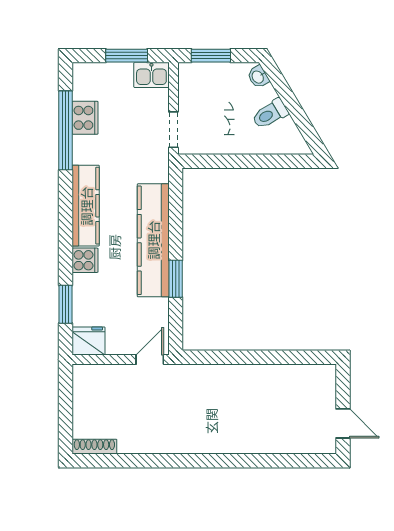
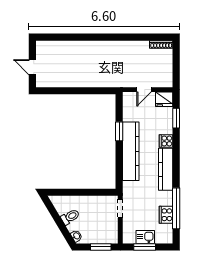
kitchen sink: (151, 75) -> (145, 237), moved
door: (150, 360) -> (144, 90), moved
door: (343, 423) -> (32, 67), moved

